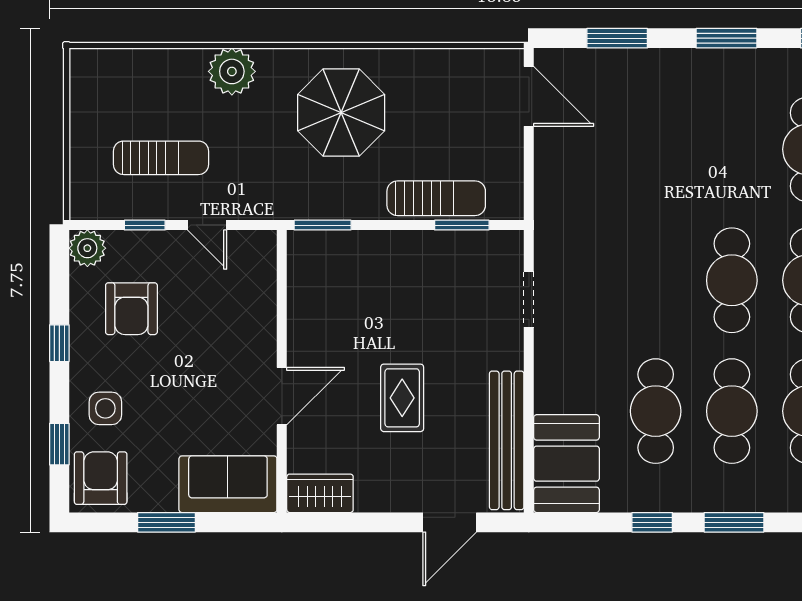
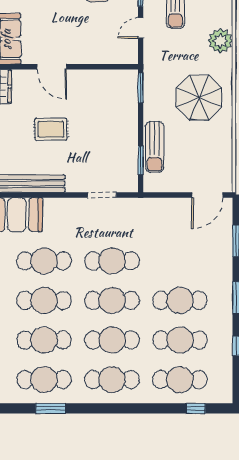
cafe table: (732, 149) -> (180, 300), added
cafe table: (656, 280) -> (112, 261), added

